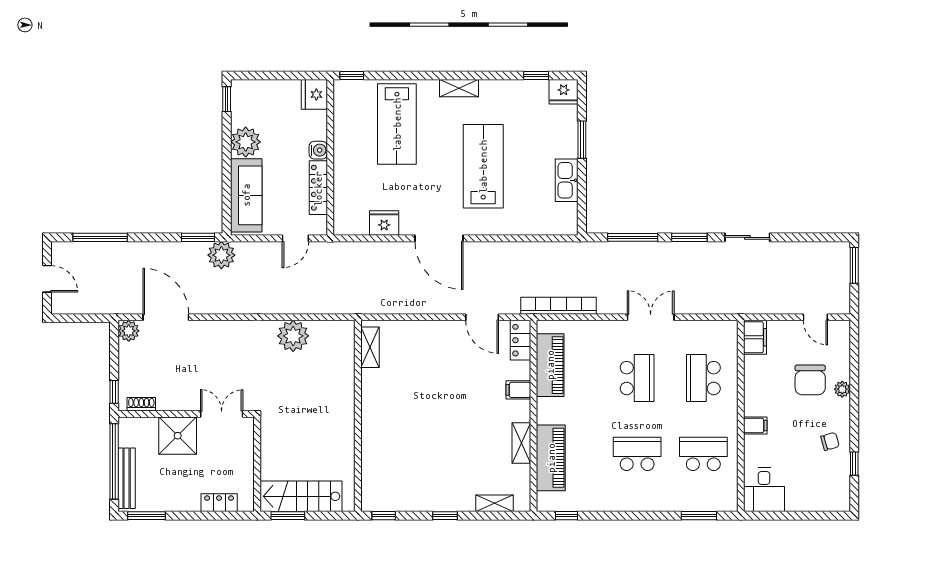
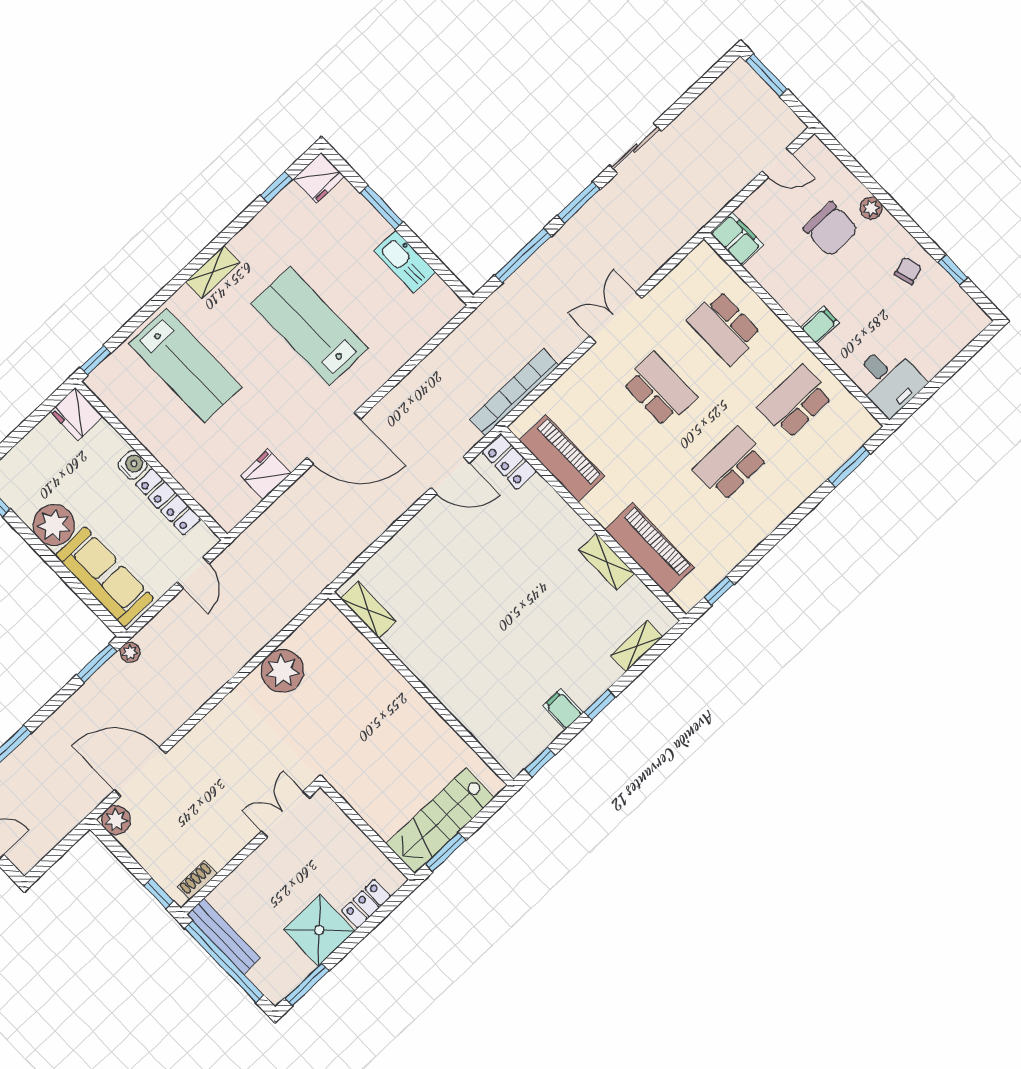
plant: (221, 255) -> (130, 652), width x0.53, depth x0.53
filing cabinet: (518, 390) -> (563, 709), moved, turned 90
shower: (178, 436) -> (319, 930), moved
bench: (127, 478) -> (223, 936), moved

